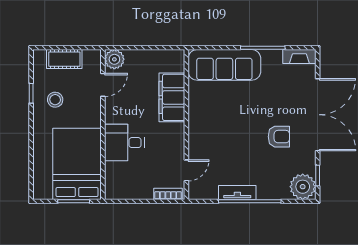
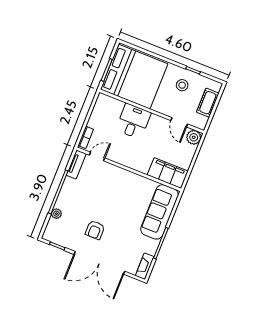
filing cabinet: (172, 97) -> (168, 173), moved
bed: (77, 164) -> (134, 77), width x1.36
door: (186, 170) -> (97, 157), swing flipped
plant: (303, 187) -> (56, 214), moved, width x0.53, depth x0.53
tv unit: (237, 192) -> (76, 164), moved

